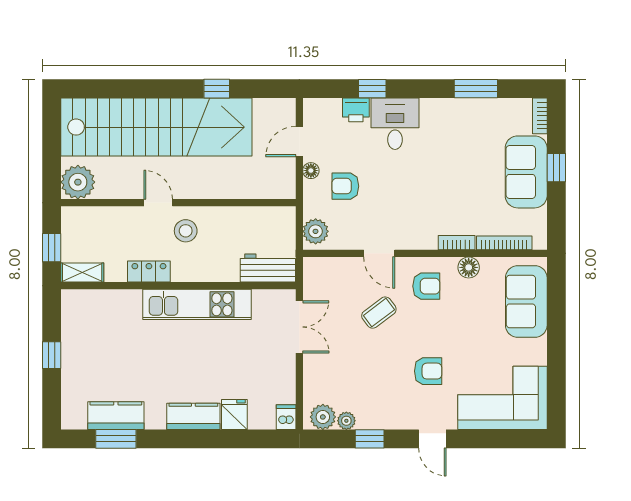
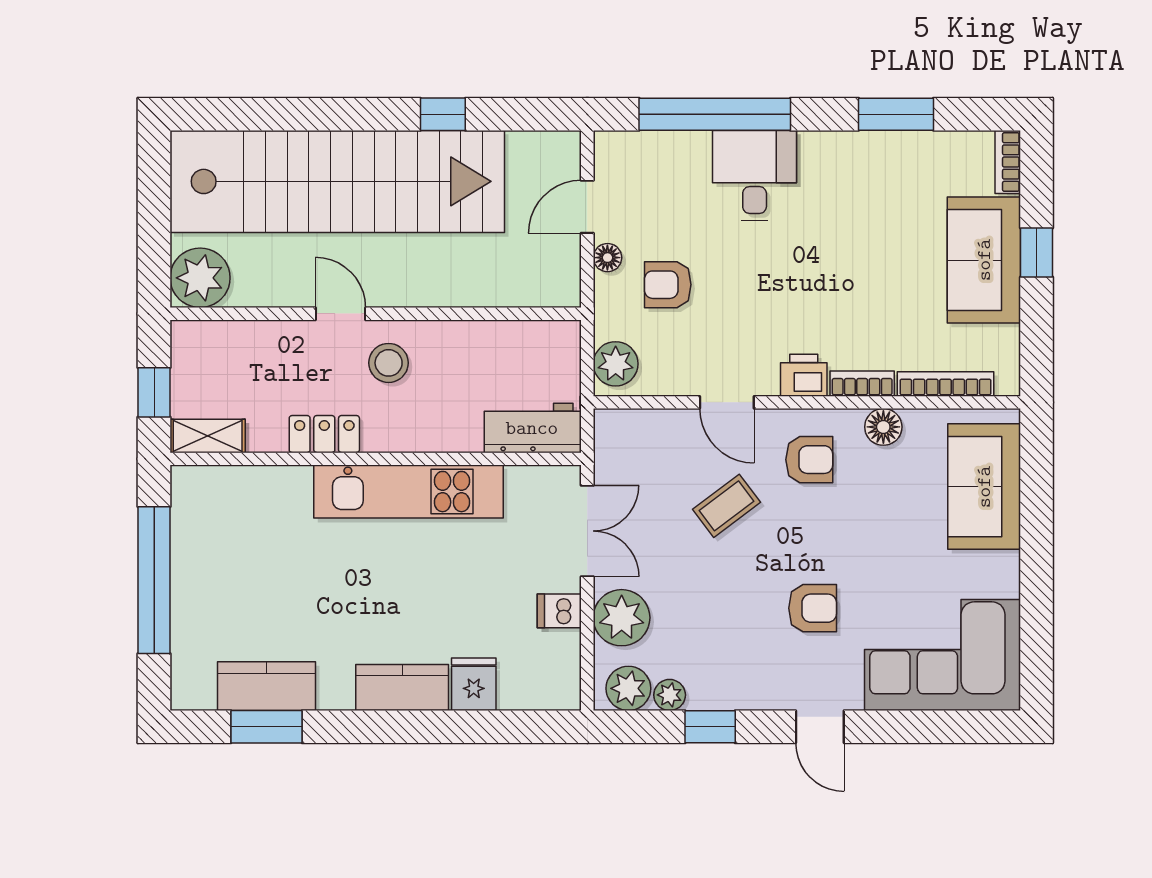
window: (372, 89) -> (715, 114), width x3.17
printer: (356, 110) -> (804, 375), moved, turned 180
window: (52, 355) -> (154, 580), width x3.17
plant: (319, 377) -> (622, 618), added
dishwasher: (286, 417) -> (559, 611), moved, turned -90

